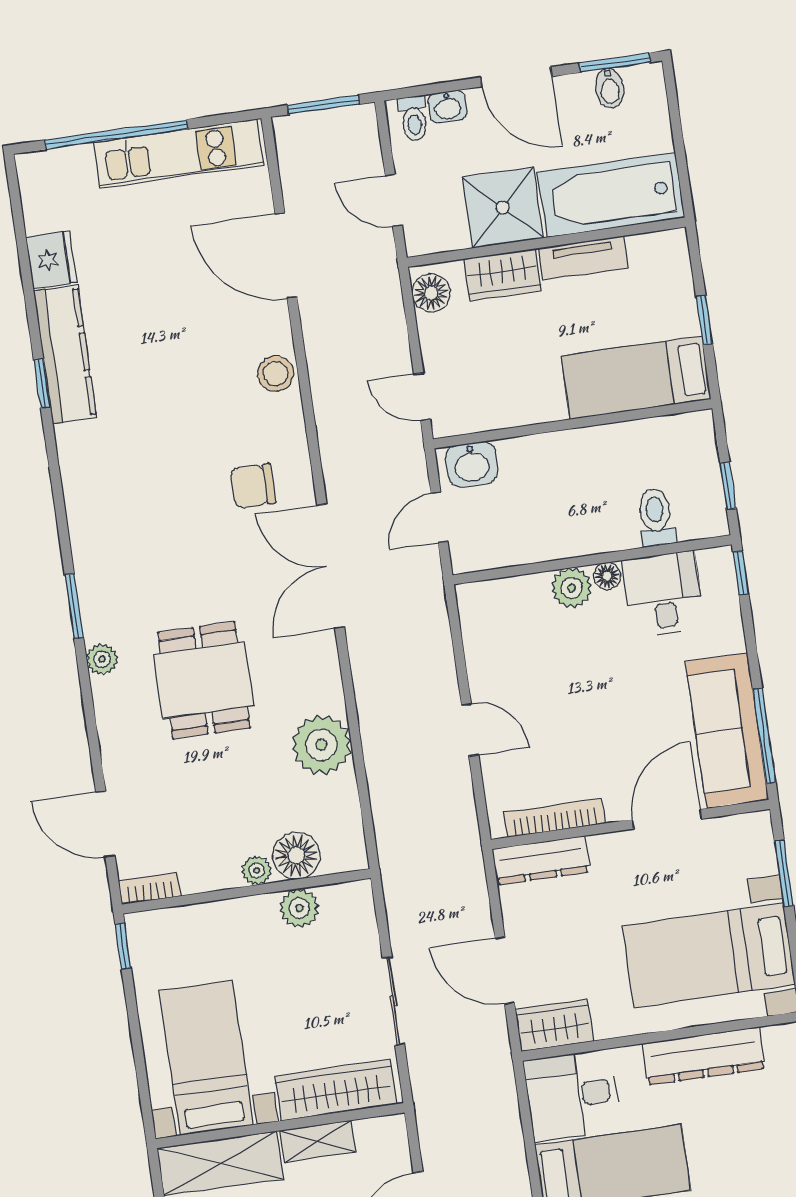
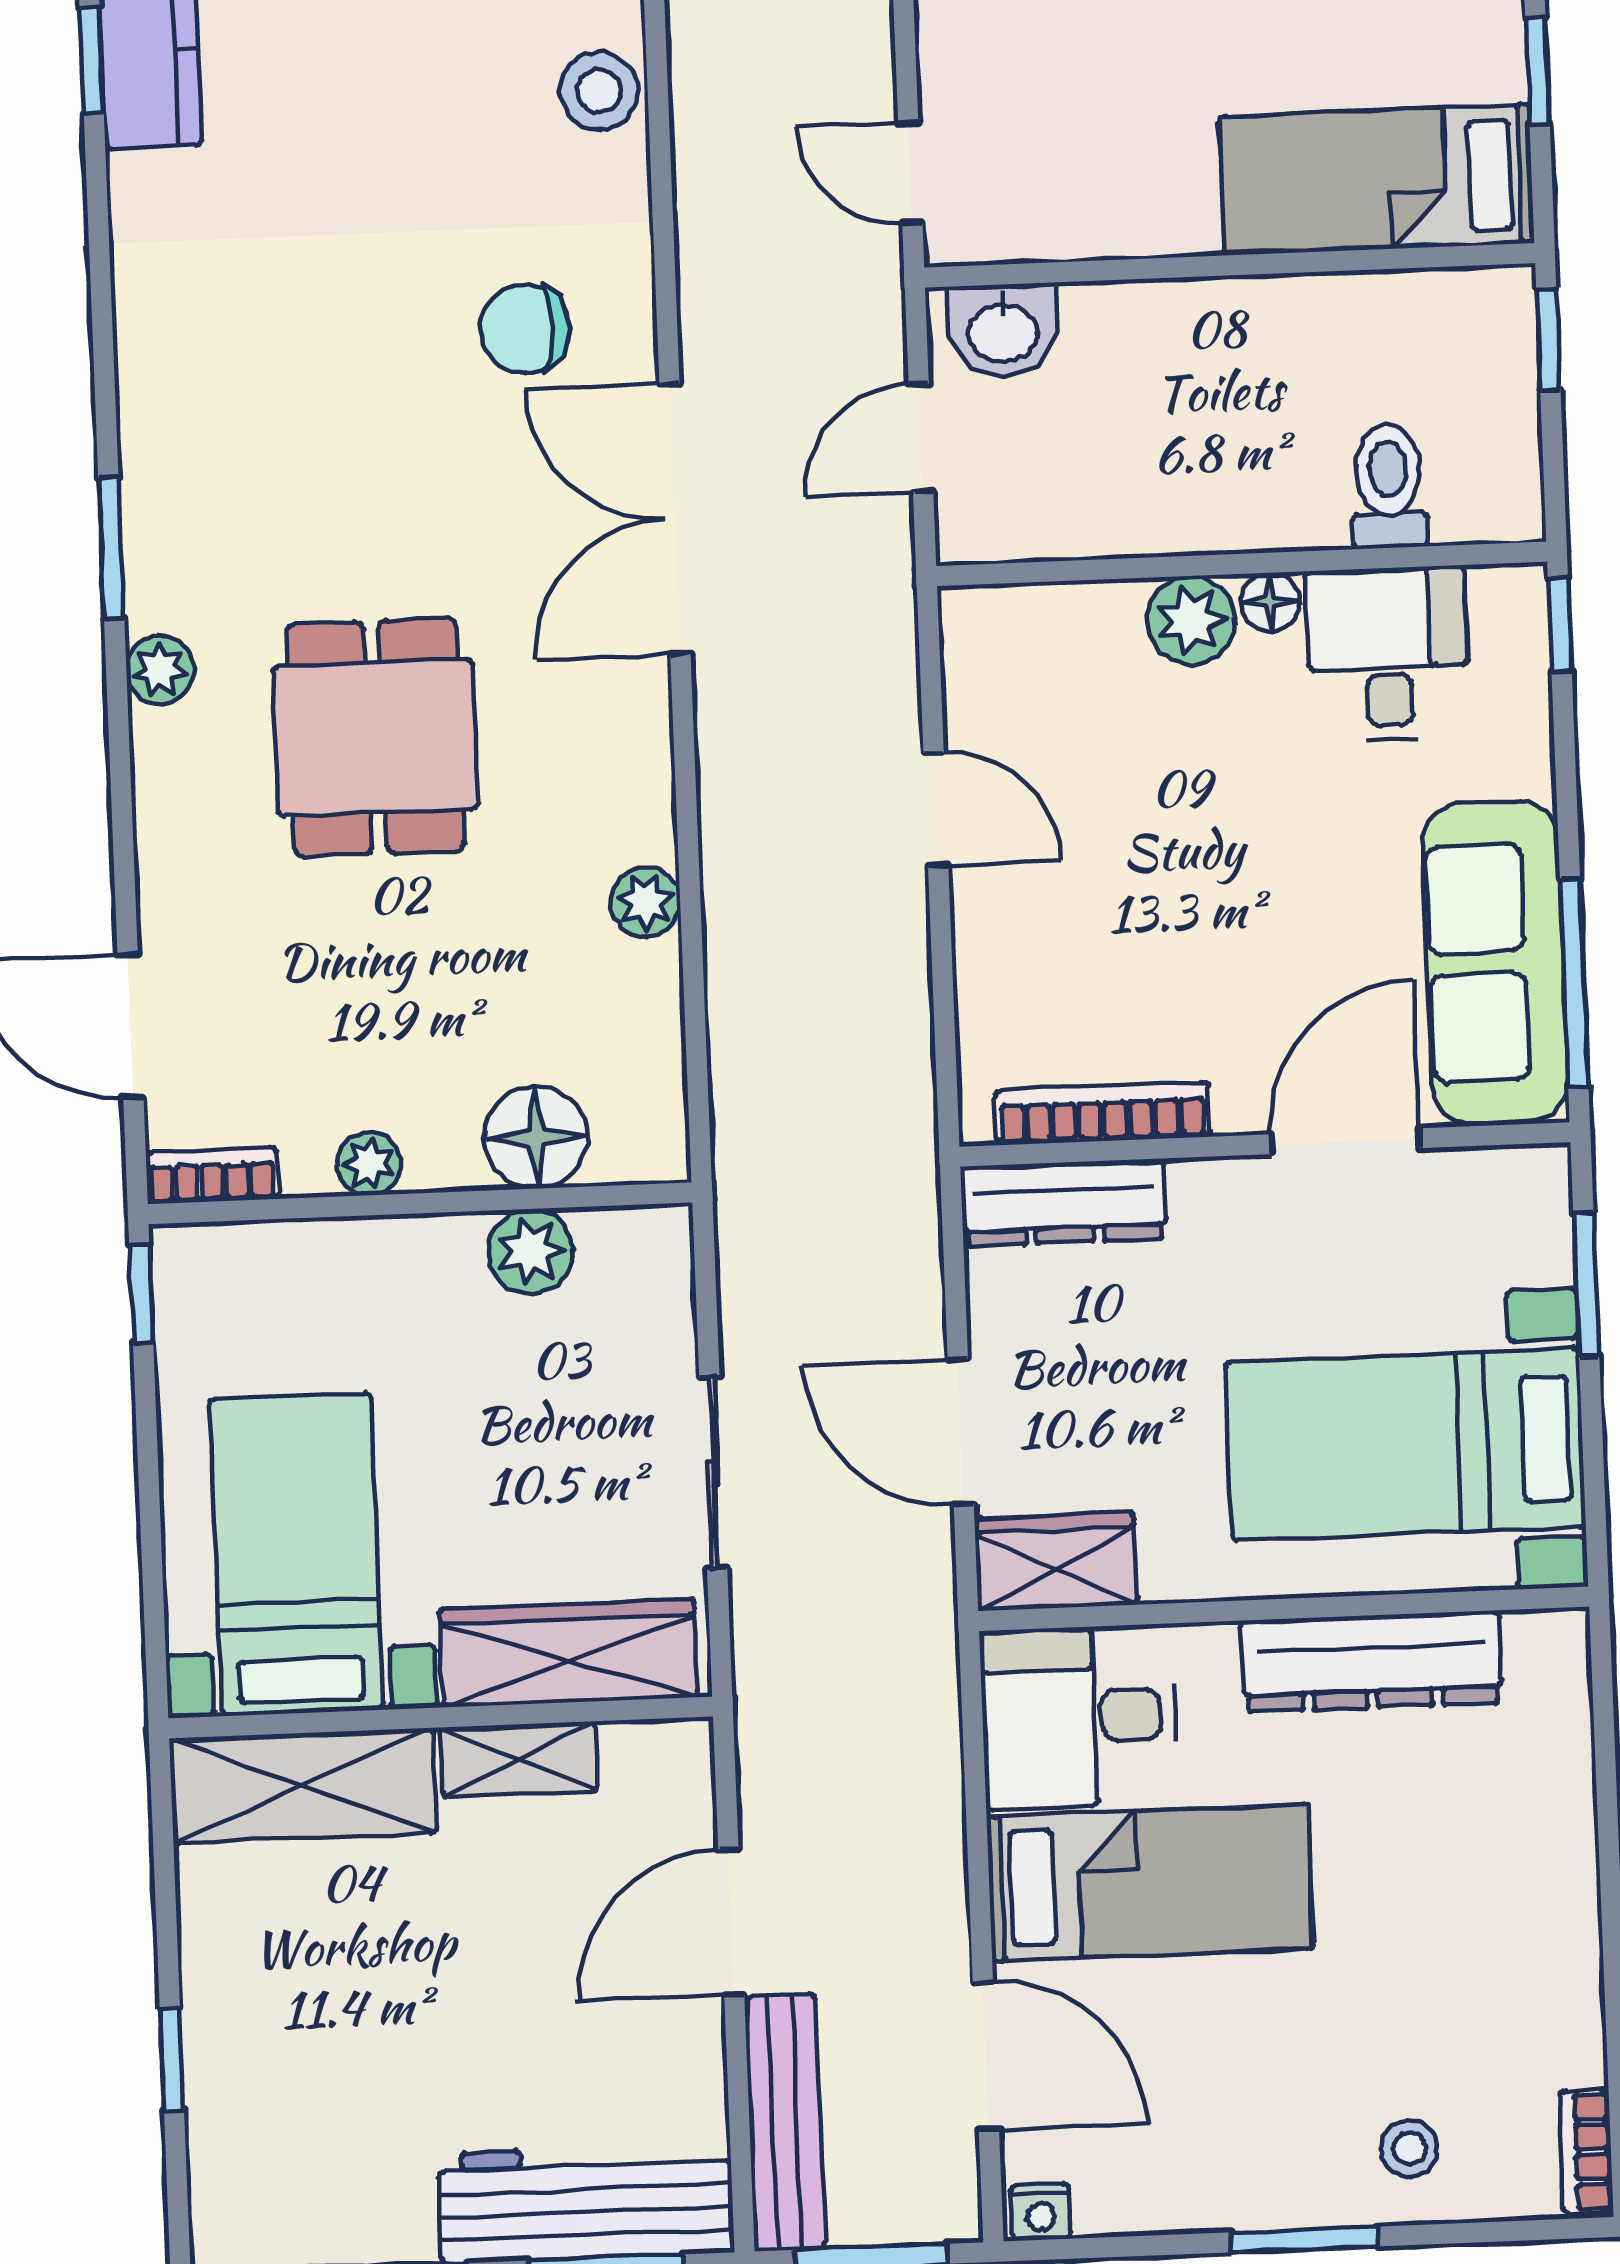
window: (728, 486) -> (1548, 340), moved
door: (470, 730) -> (936, 809), moved
plant: (321, 745) -> (646, 902), width x0.53, depth x0.53
plant: (257, 870) -> (369, 1163), moved

